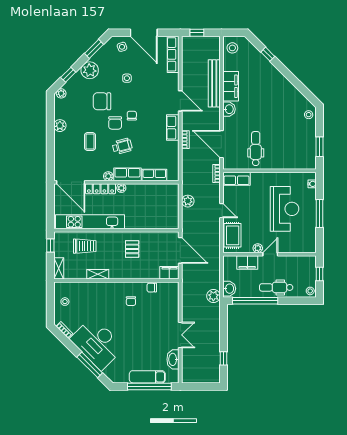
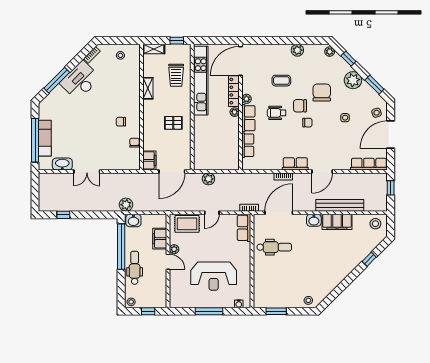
wheelchair: (122, 146) -> (277, 113), turned 105
plant: (188, 201) -> (208, 179), moved
desk: (97, 343) -> (80, 81), width x0.73, depth x0.77

